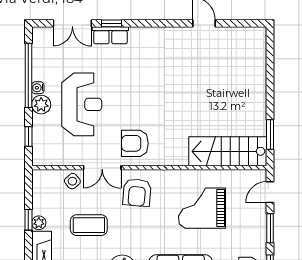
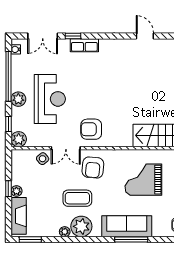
row of seats: (110, 35) -> (84, 45), moved
water cooler: (38, 88) -> (16, 49), moved
plant: (42, 156) -> (19, 139), added
coffee table: (89, 225) -> (77, 198), moved

